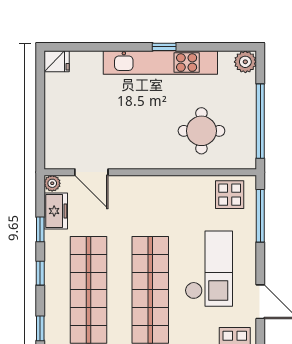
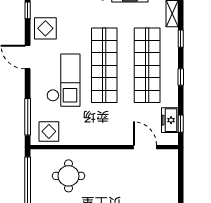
plant: (52, 183) -> (172, 139), removed
window: (40, 229) -> (181, 124), moved
checkout: (209, 269) -> (63, 80), turned 180

